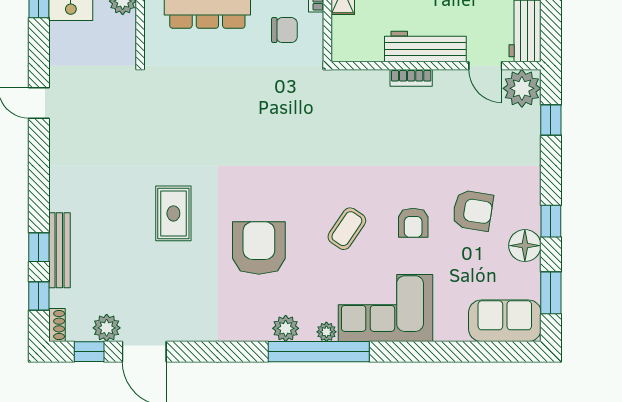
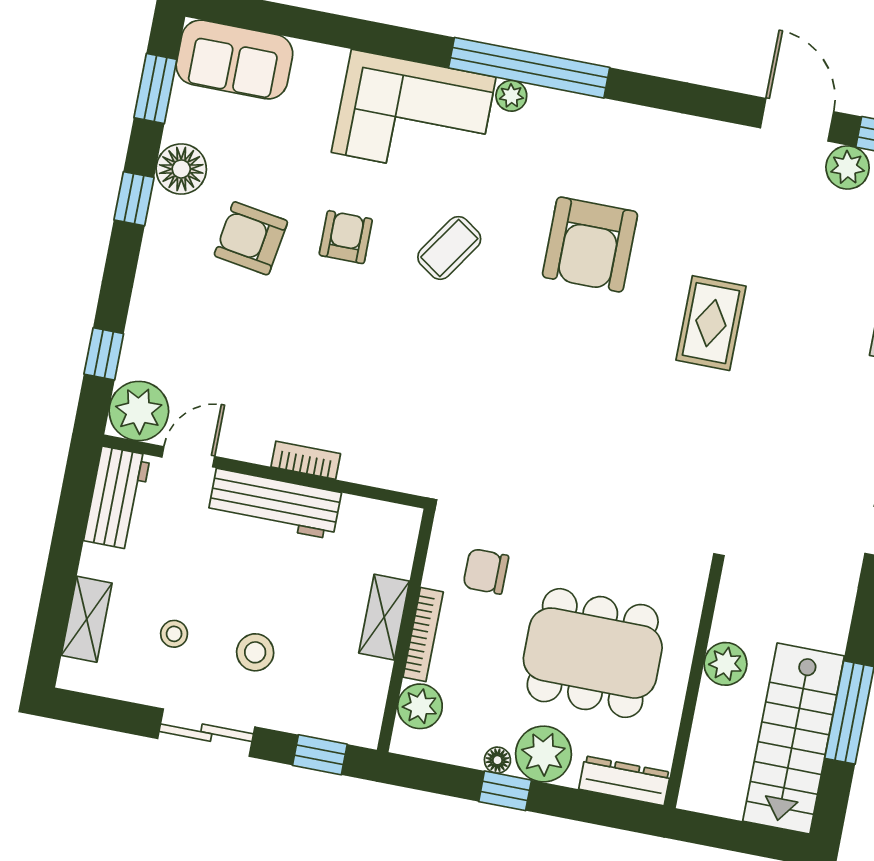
door: (485, 66) -> (188, 457), hinge flipped
plant: (286, 328) -> (573, 113), removed

